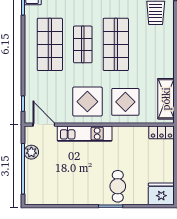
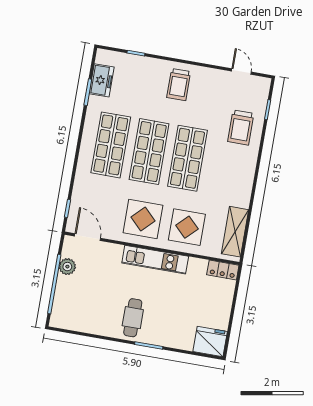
shop shelf: (83, 44) -> (149, 152), width x1.43, depth x1.36
kitchen unit: (85, 134) -> (155, 260), moved
cafe table: (118, 186) -> (133, 318), moved

